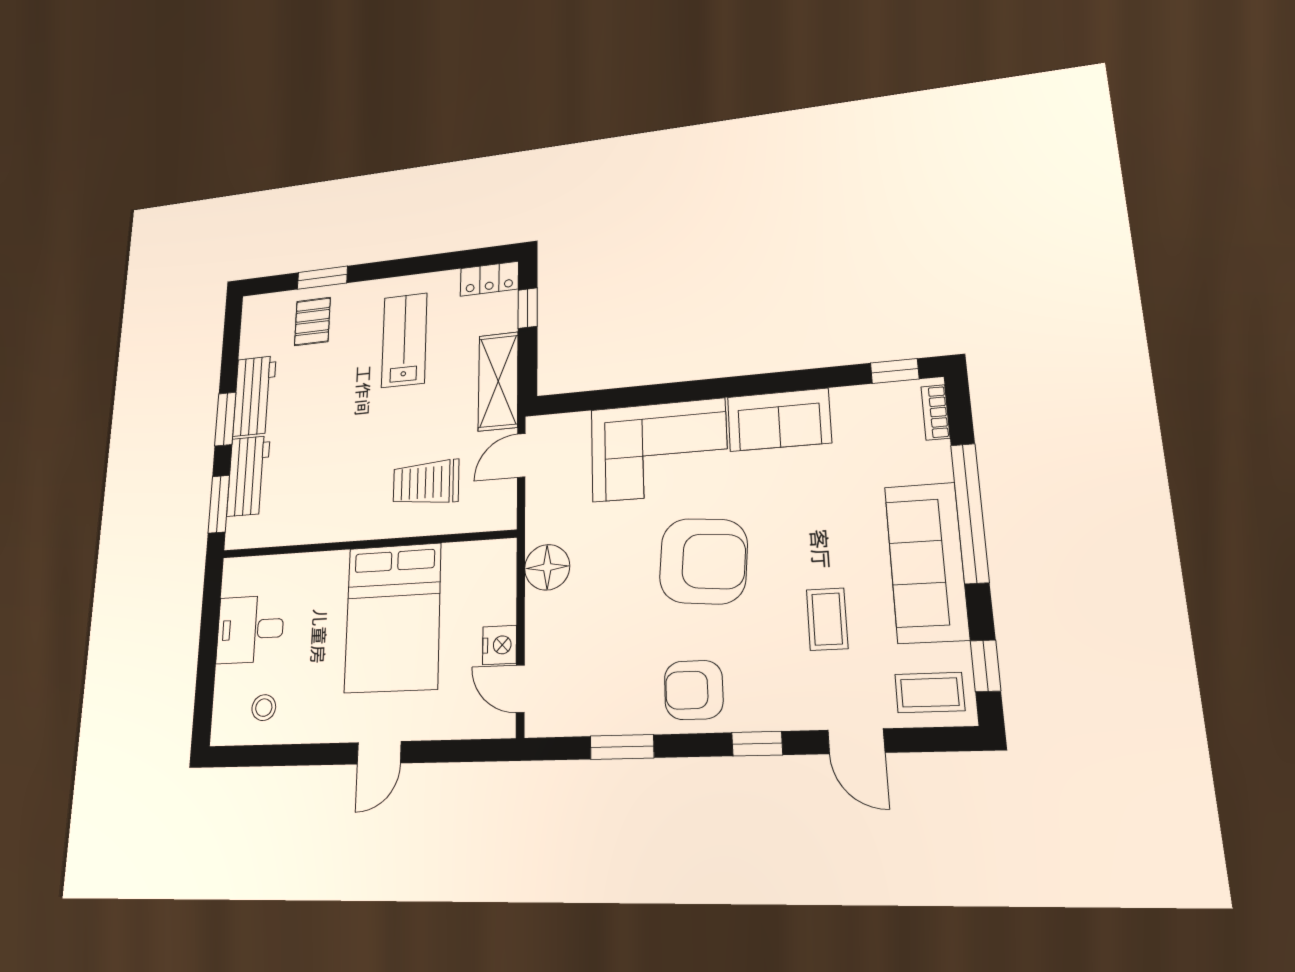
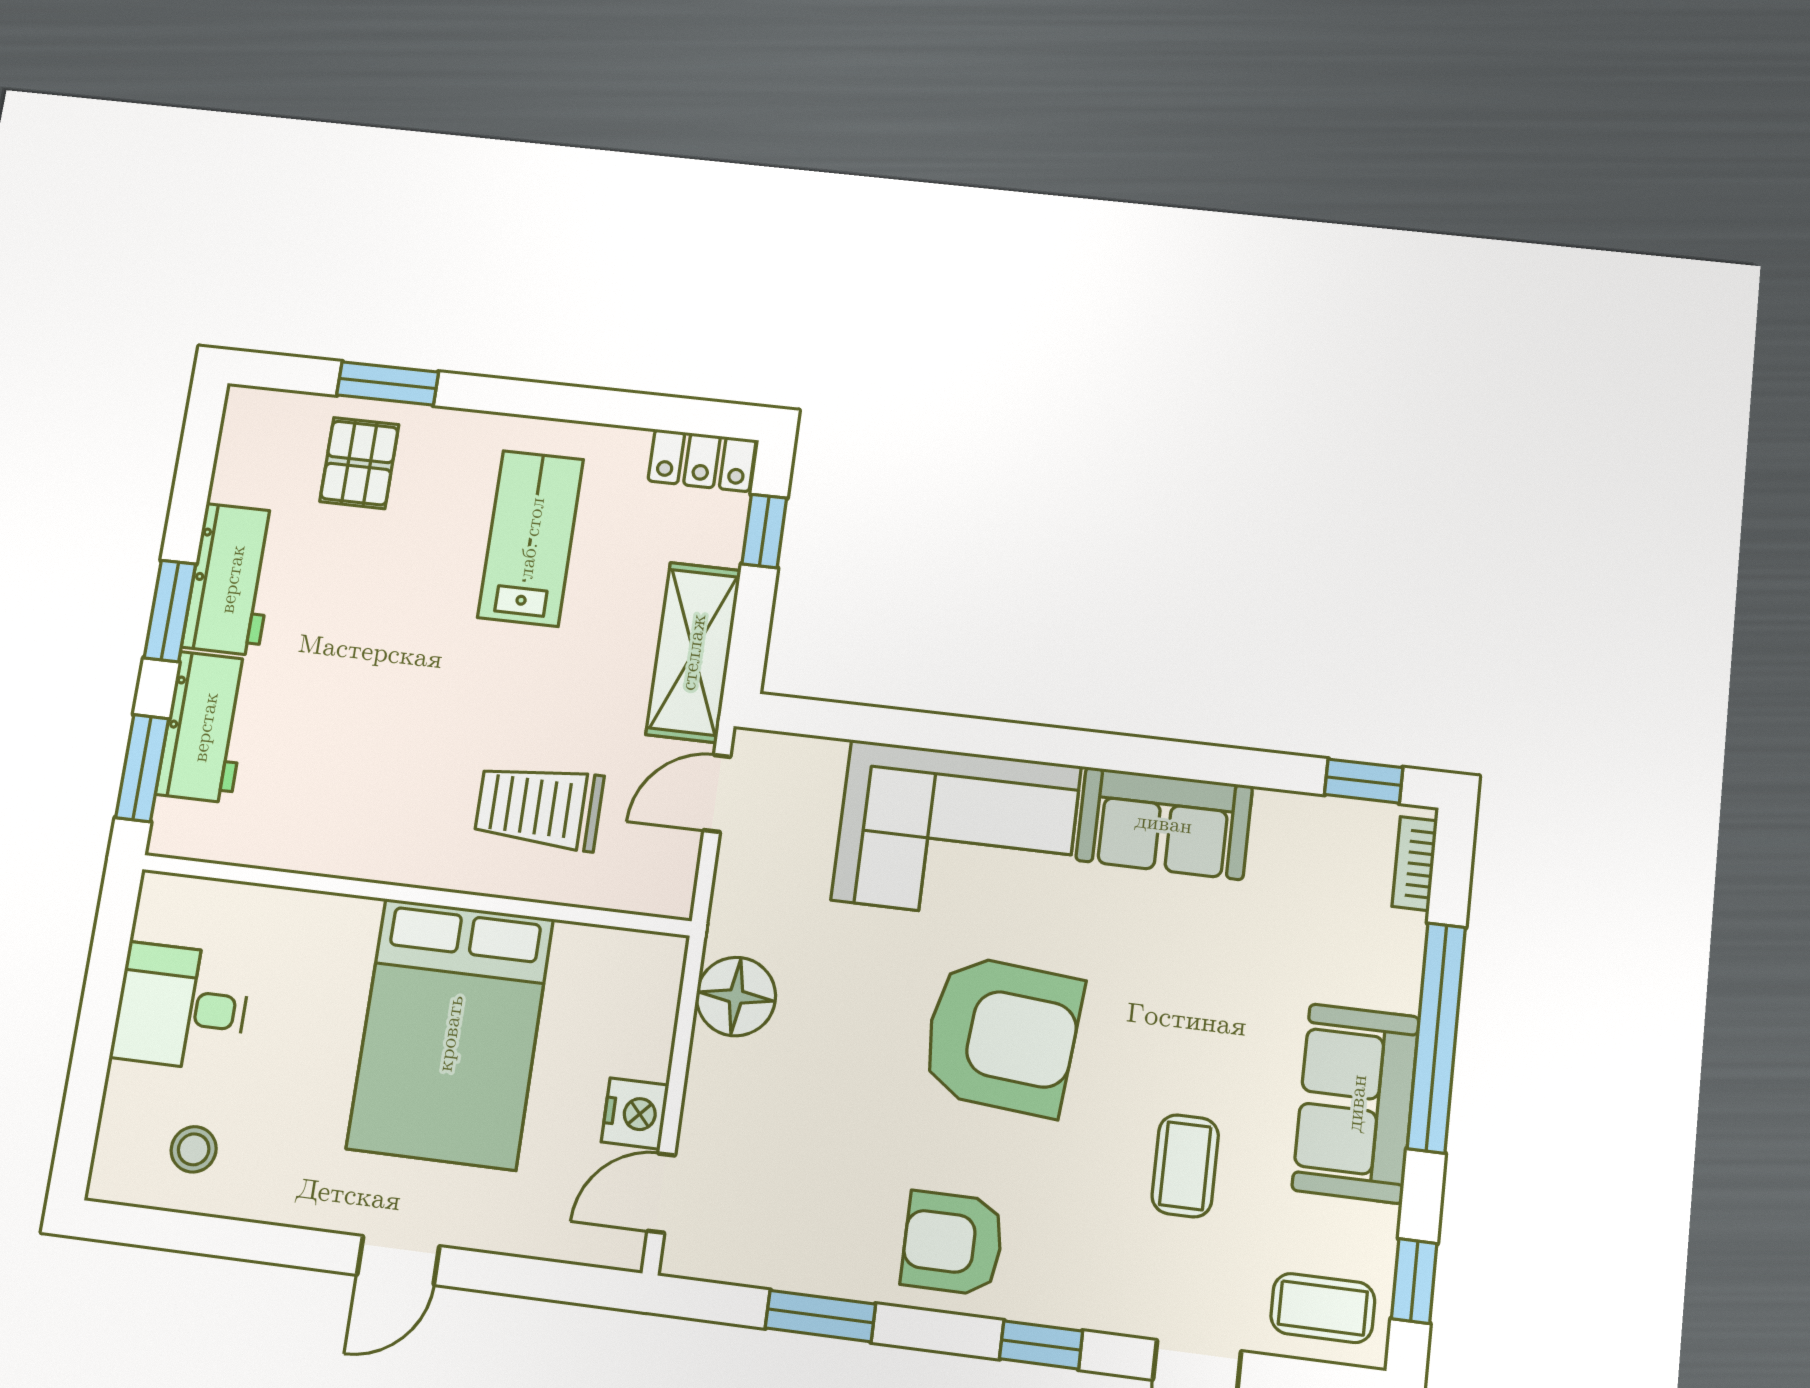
sofa: (926, 562) -> (1356, 1103), width x0.73
door: (520, 689) -> (661, 1193), hinge flipped

